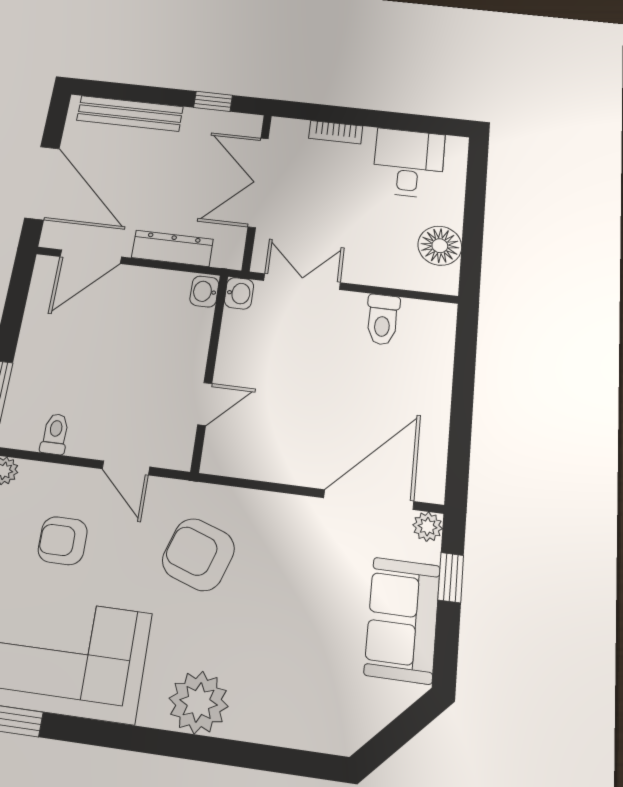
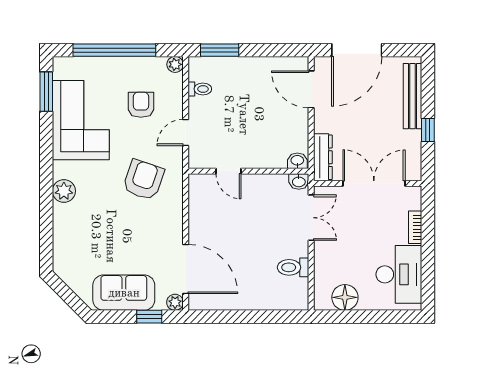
window: (213, 101) -> (428, 130), moved
desk: (409, 163) -> (399, 274), width x1.37
dresser: (172, 248) -> (323, 157), moved
plant: (199, 702) -> (64, 191), width x0.73, depth x0.73

